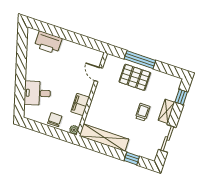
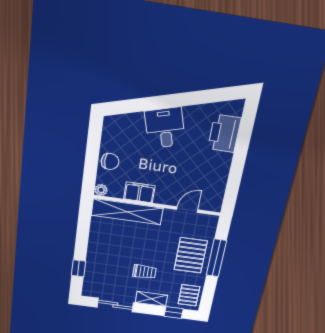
pallet: (168, 84) -> (189, 295), added
desk: (37, 93) -> (165, 128), moved
shelving: (104, 138) -> (127, 212), moved, turned 90

